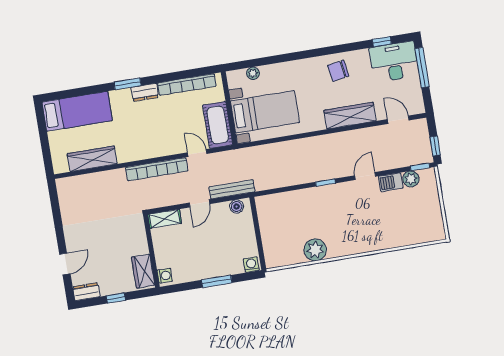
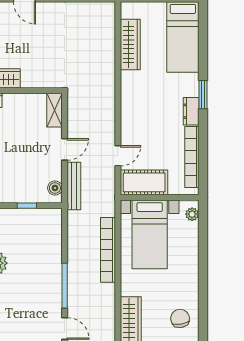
plant: (253, 73) -> (192, 214), moved
bookcase: (157, 169) -> (108, 250), moved
window: (325, 183) -> (65, 286), width x2.17
door: (199, 203) -> (65, 149), swing flipped
window: (257, 230) -> (27, 206), added

